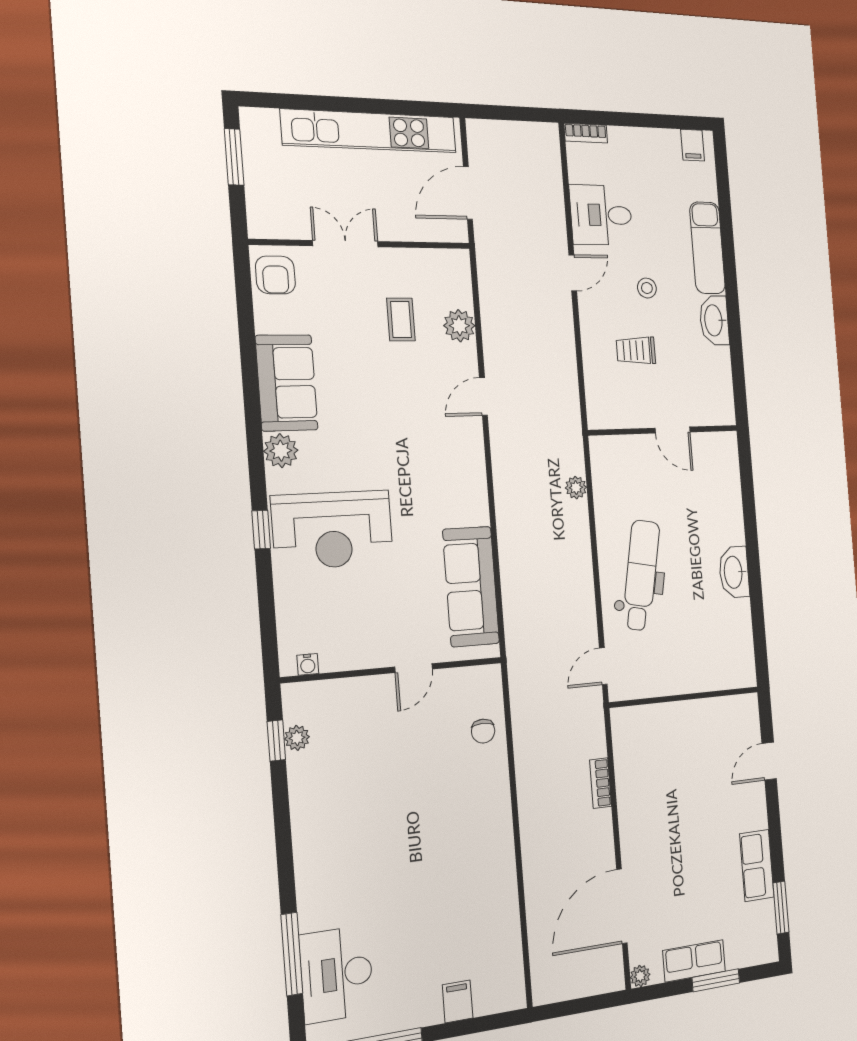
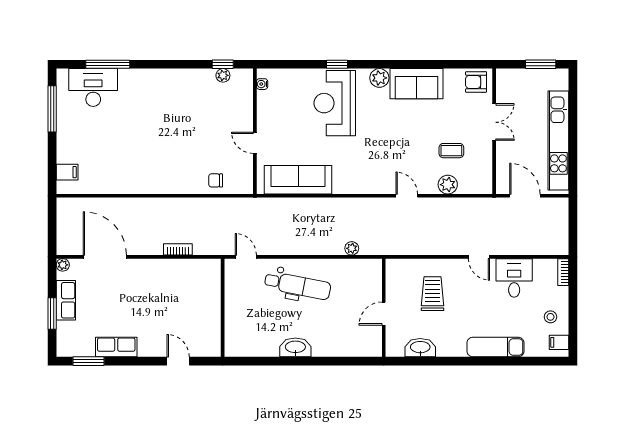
stool: (647, 288) -> (550, 317), moved
washbasin: (714, 320) -> (420, 348), moved
trolley: (636, 350) -> (432, 294), width x1.36, depth x1.39
filing cabinet: (458, 1001) -> (67, 172), moved

